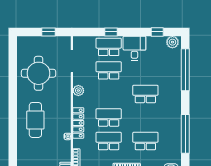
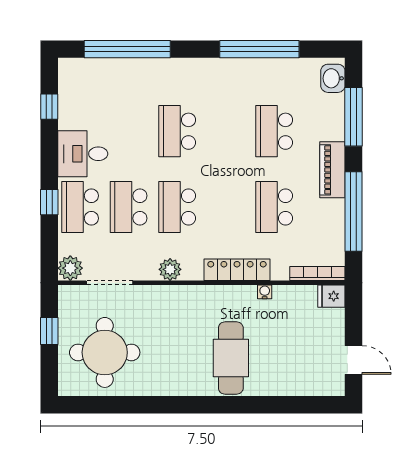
plant: (172, 42) -> (70, 268), moved
round table: (39, 73) -> (105, 352), moved
school desk: (109, 117) -> (177, 207), moved
cafe table: (35, 120) -> (231, 358), turned 90

